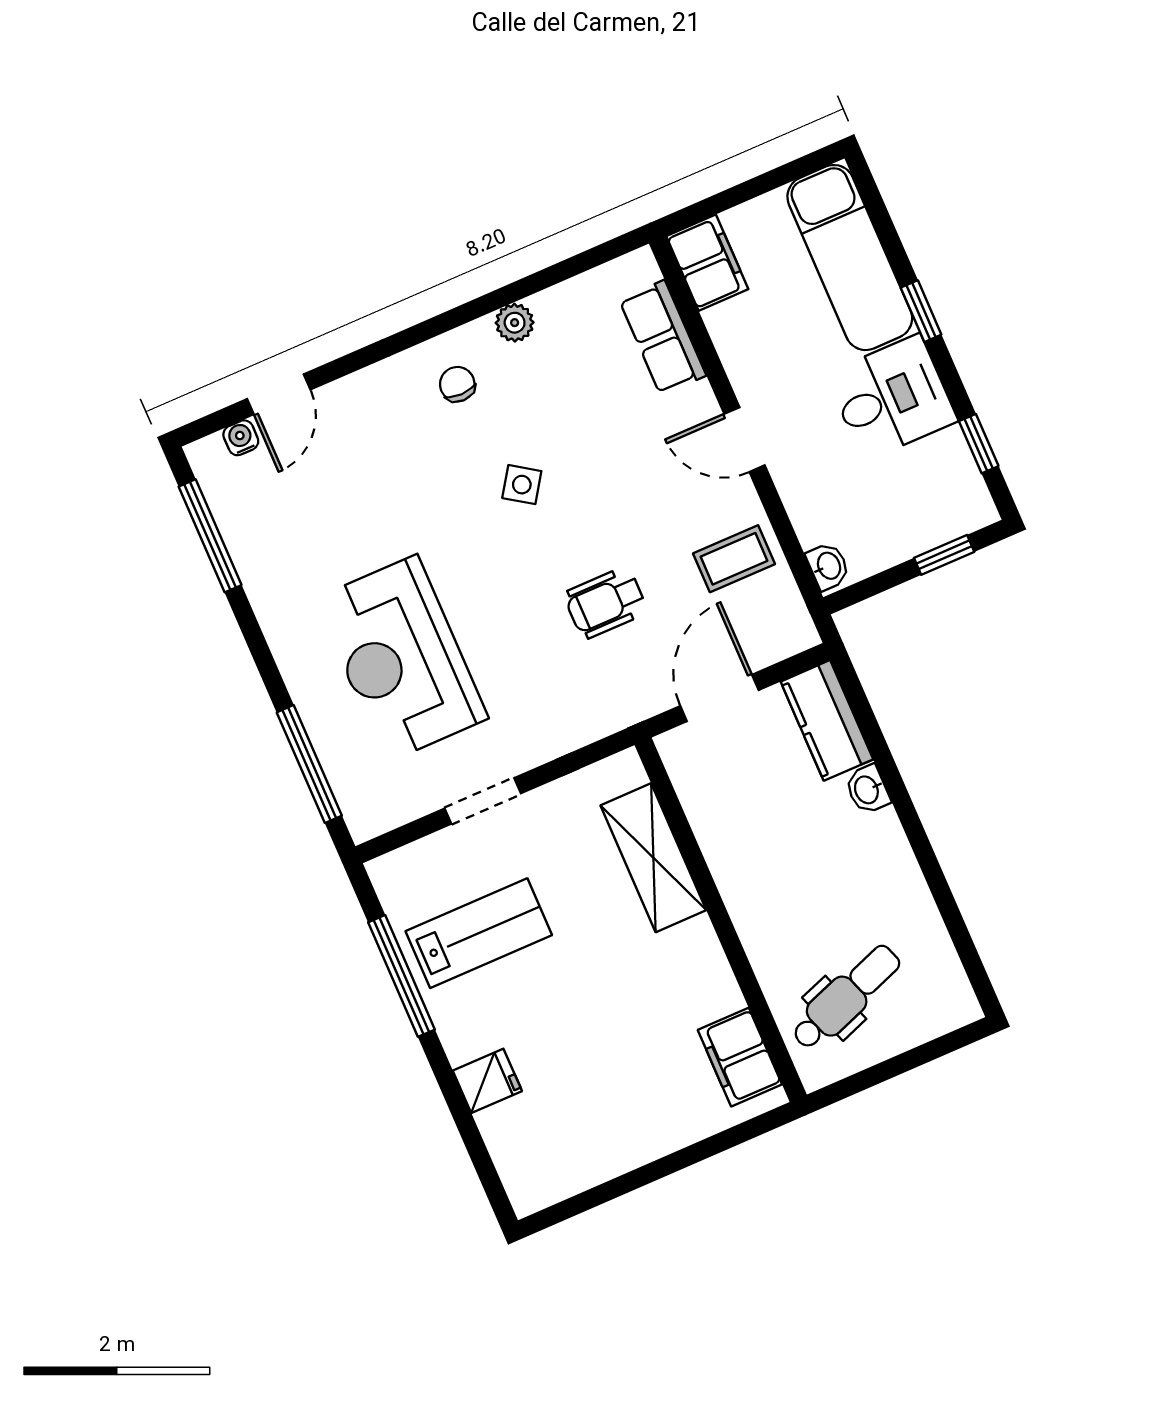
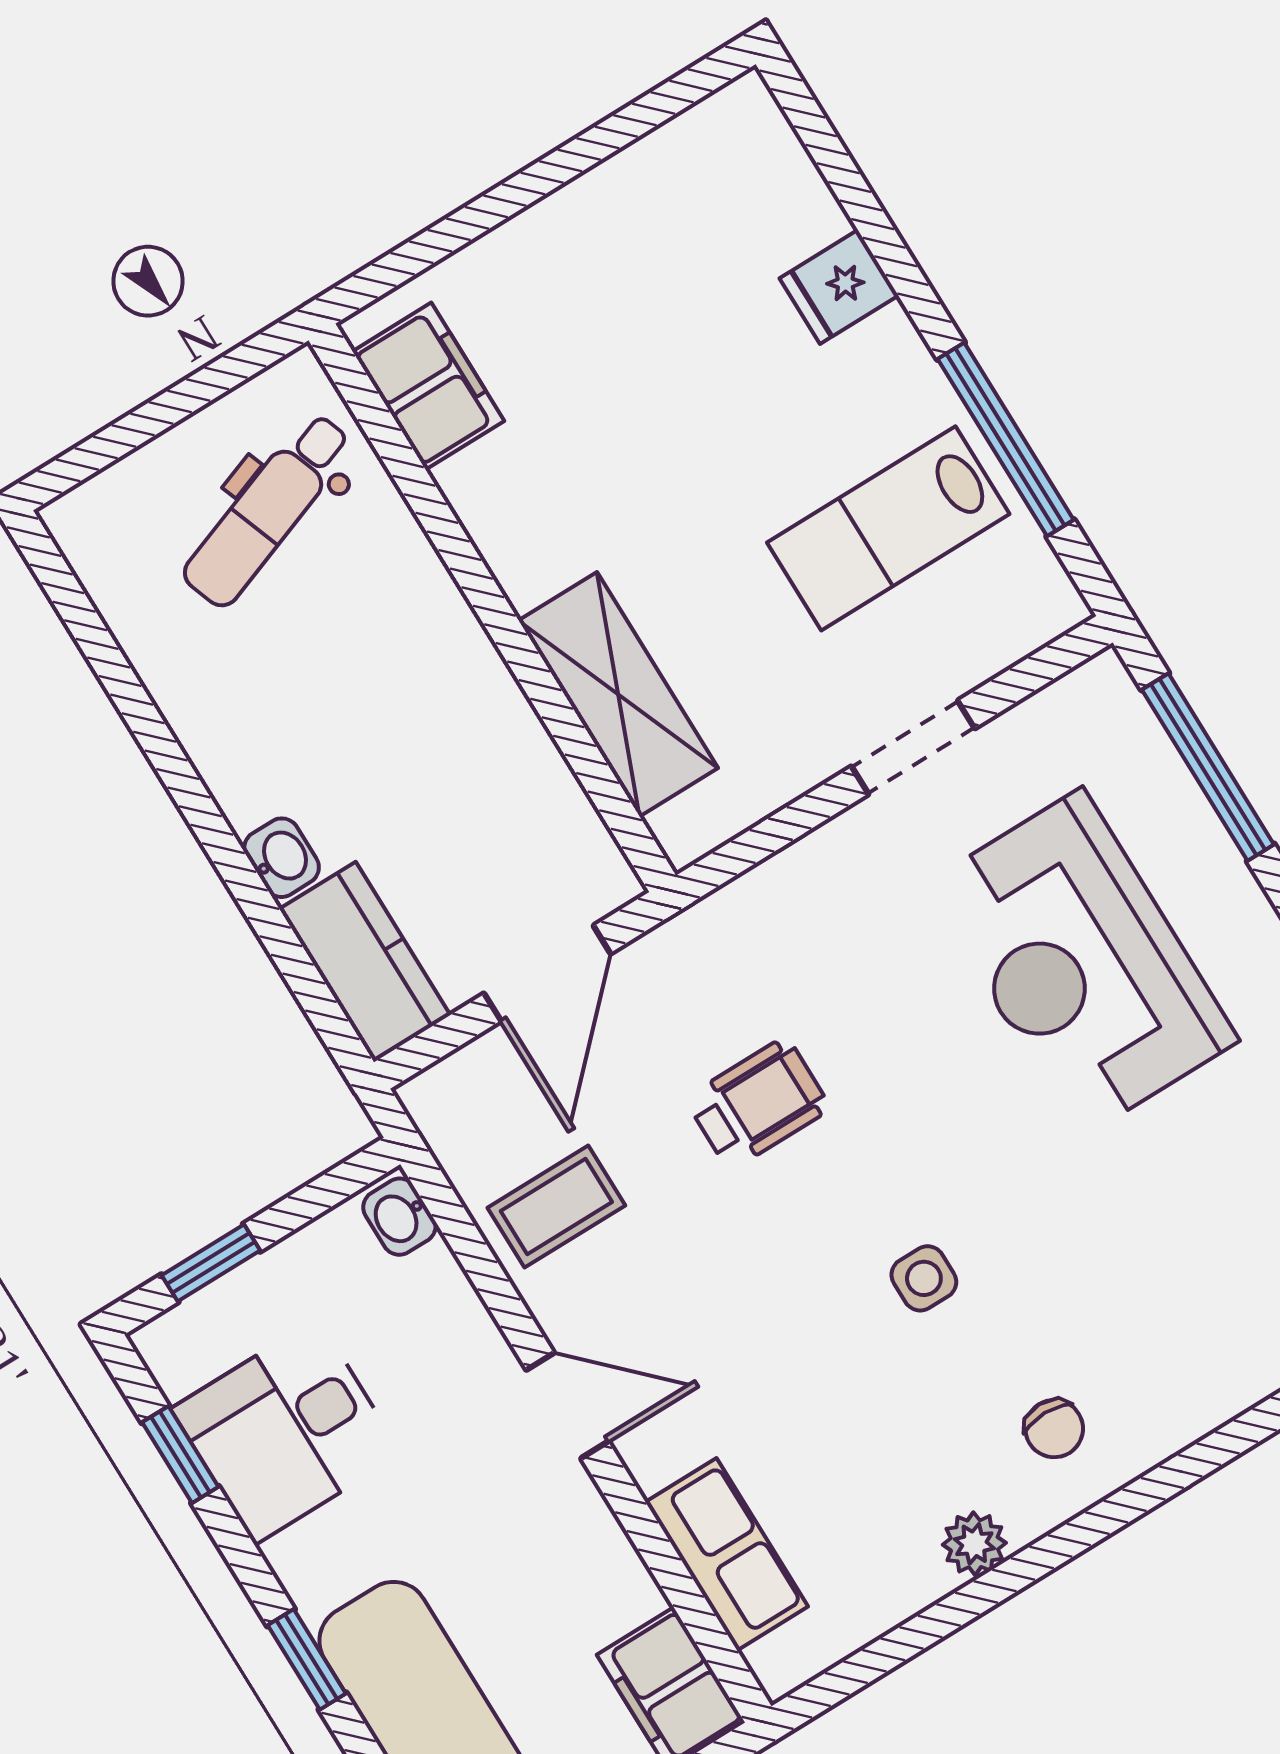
desk: (892, 397) -> (286, 1431), moved
side table: (522, 485) -> (924, 1278), turned -34
reception desk: (401, 659) -> (1081, 963), turned 180

